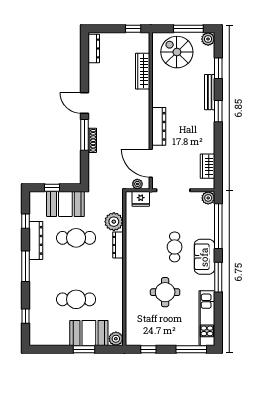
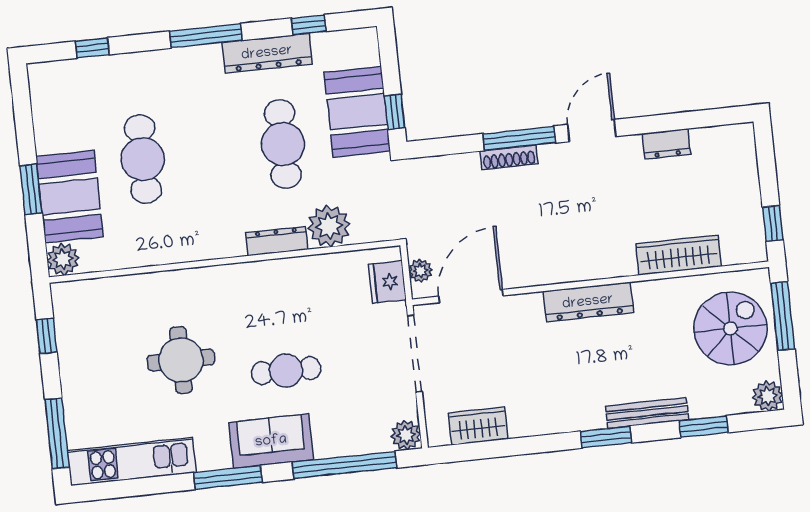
window: (188, 29) -> (783, 316), moved
dresser: (94, 48) -> (666, 144), moved, width x0.70
dresser: (159, 126) -> (588, 302), moved
window: (52, 188) -> (395, 112), moved

